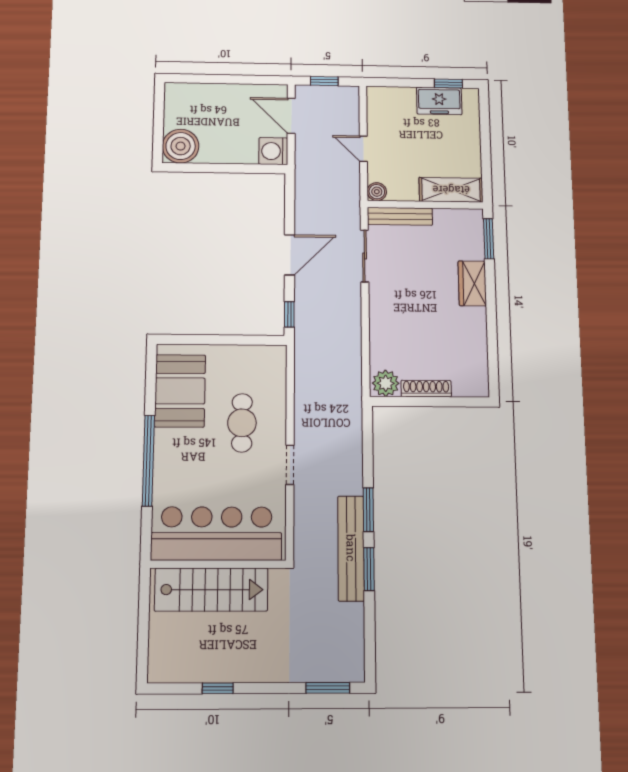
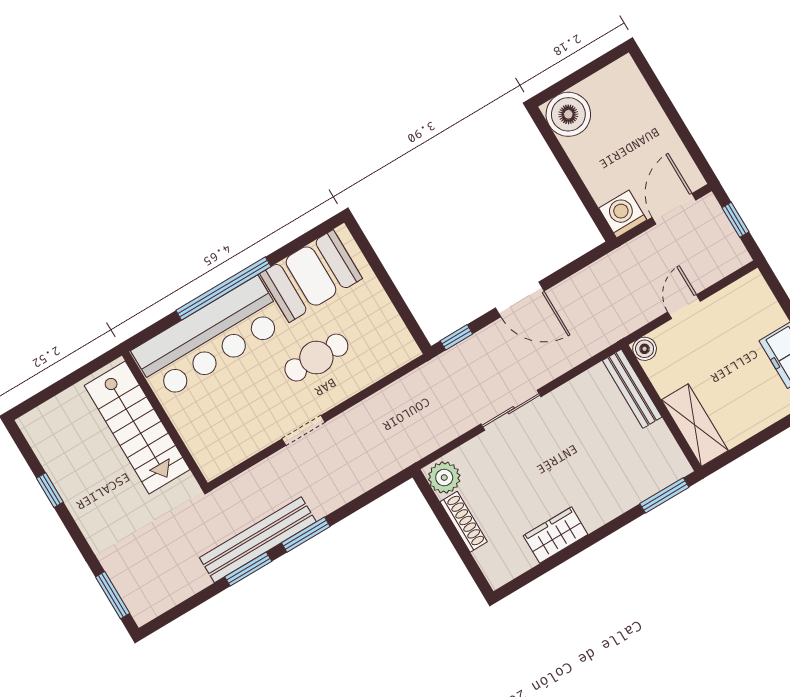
sliding door: (365, 256) -> (511, 410), moved
wardrobe: (472, 283) -> (556, 535), moved
bar counter: (216, 534) -> (209, 338), moved, turned 90

